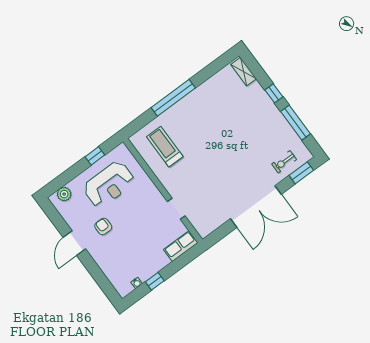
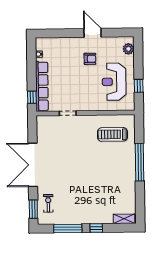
treadmill: (165, 147) -> (112, 134), turned 180
row of seats: (181, 246) -> (42, 86), width x2.02
window: (155, 281) -> (32, 97), moved

